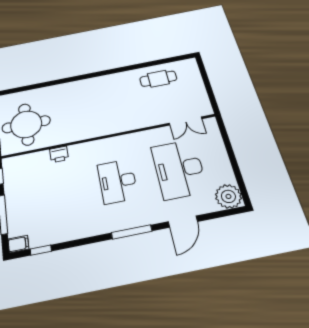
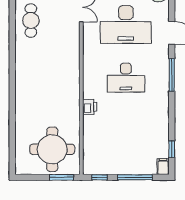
printer: (59, 154) -> (90, 107), moved

